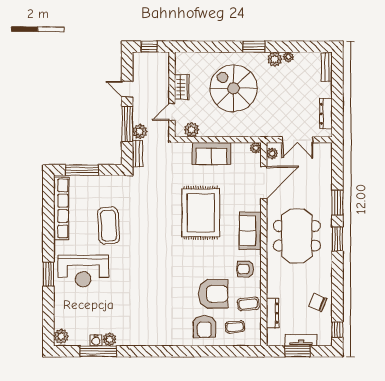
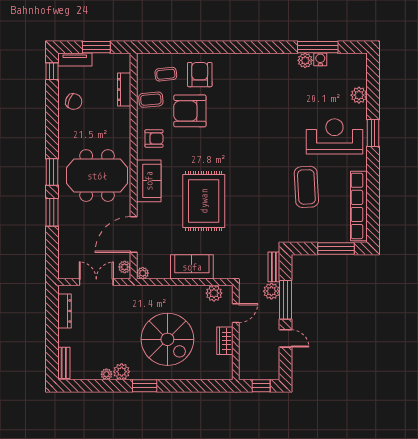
meeting table: (297, 236) -> (97, 176), turned 90
plant: (61, 336) -> (359, 95), moved
tv unit: (301, 340) -> (75, 59), moved

